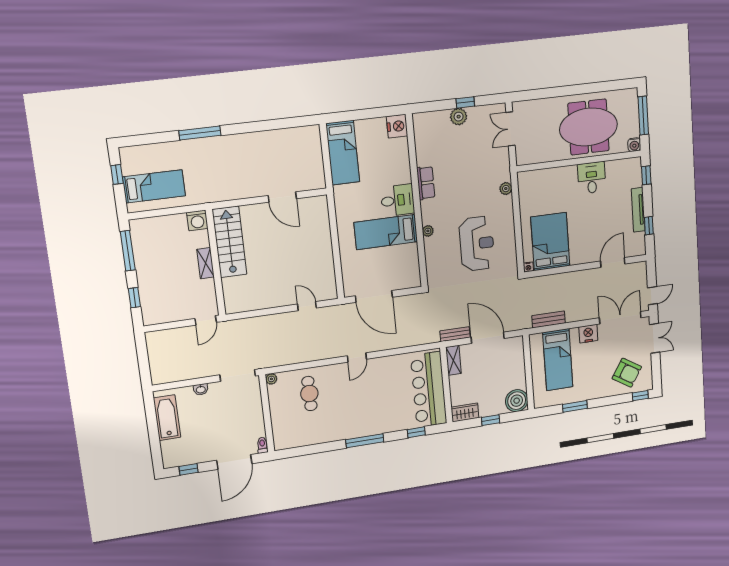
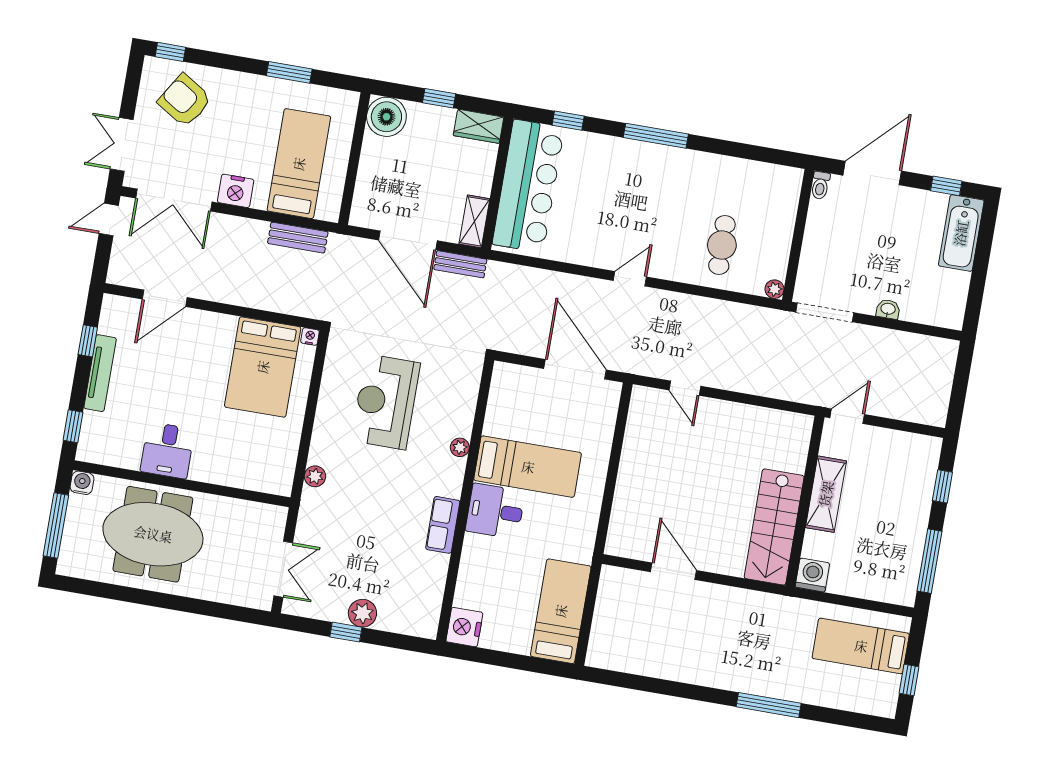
shelving: (205, 263) -> (826, 494), width x1.50, depth x1.33
bathtub: (167, 418) -> (961, 233), moved

